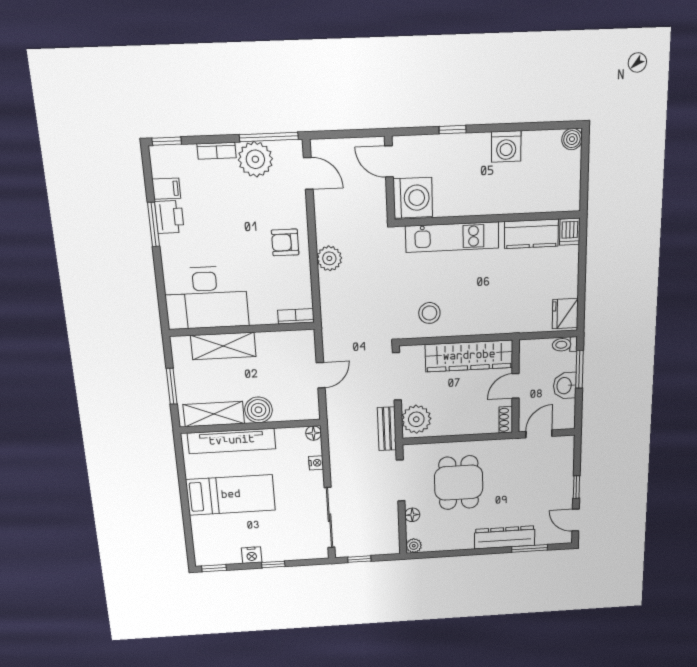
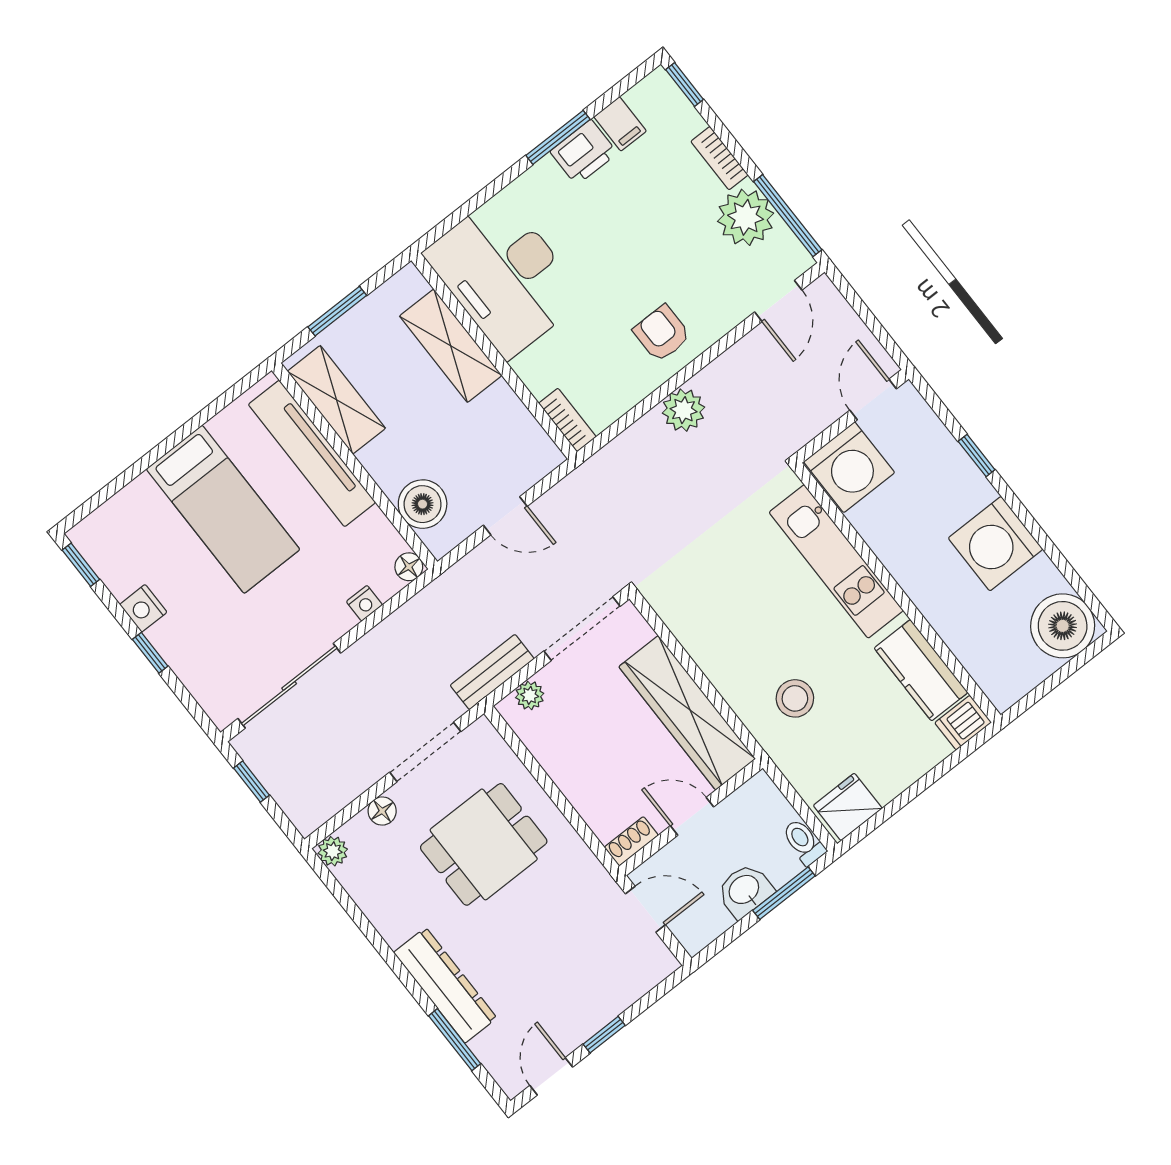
boiler: (572, 139) -> (1063, 626), width x1.86, depth x1.86
washing machine: (506, 146) -> (996, 544), width x1.37, depth x1.37
stool: (429, 313) -> (795, 698), moved
boiler: (258, 410) -> (423, 504), moved
plant: (416, 419) -> (530, 695), width x0.53, depth x0.53

